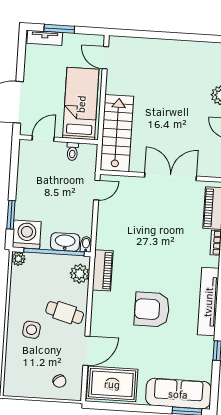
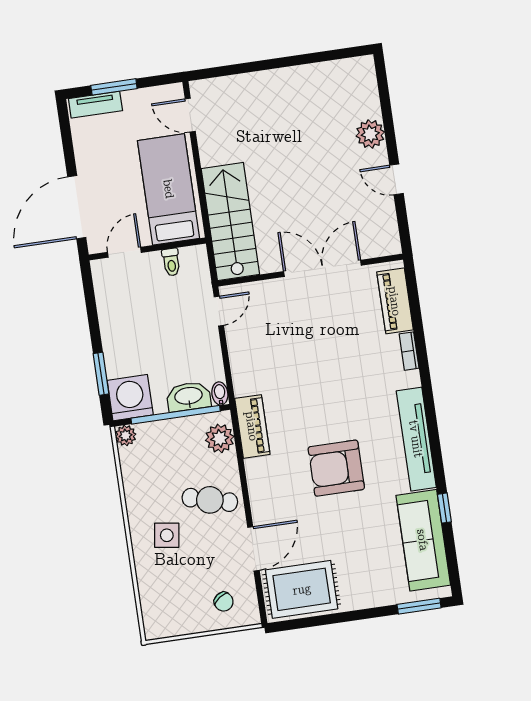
sofa: (178, 394) -> (423, 540), moved, turned -90

